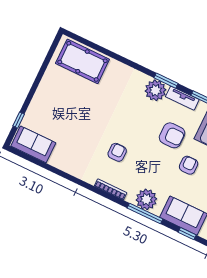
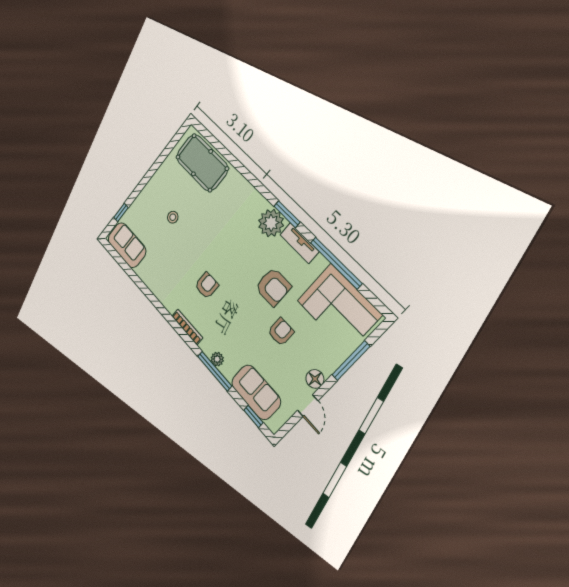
stool: (70, 110) -> (173, 217), added
plant: (146, 199) -> (217, 359), width x0.53, depth x0.53

